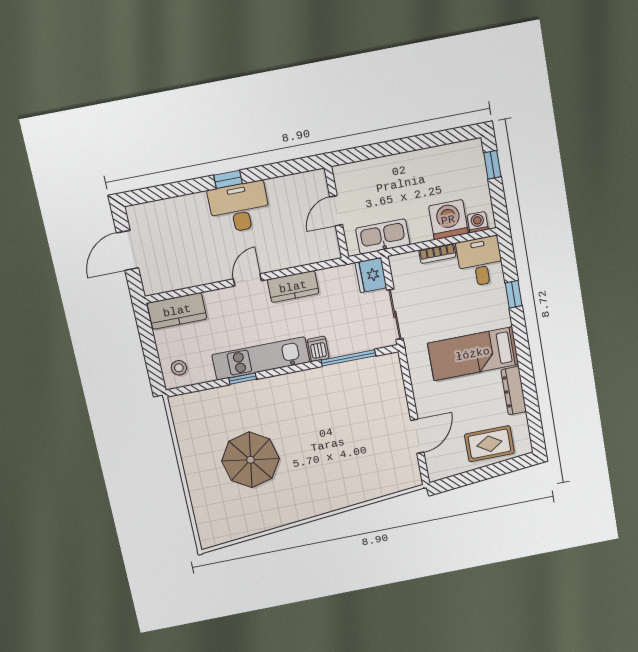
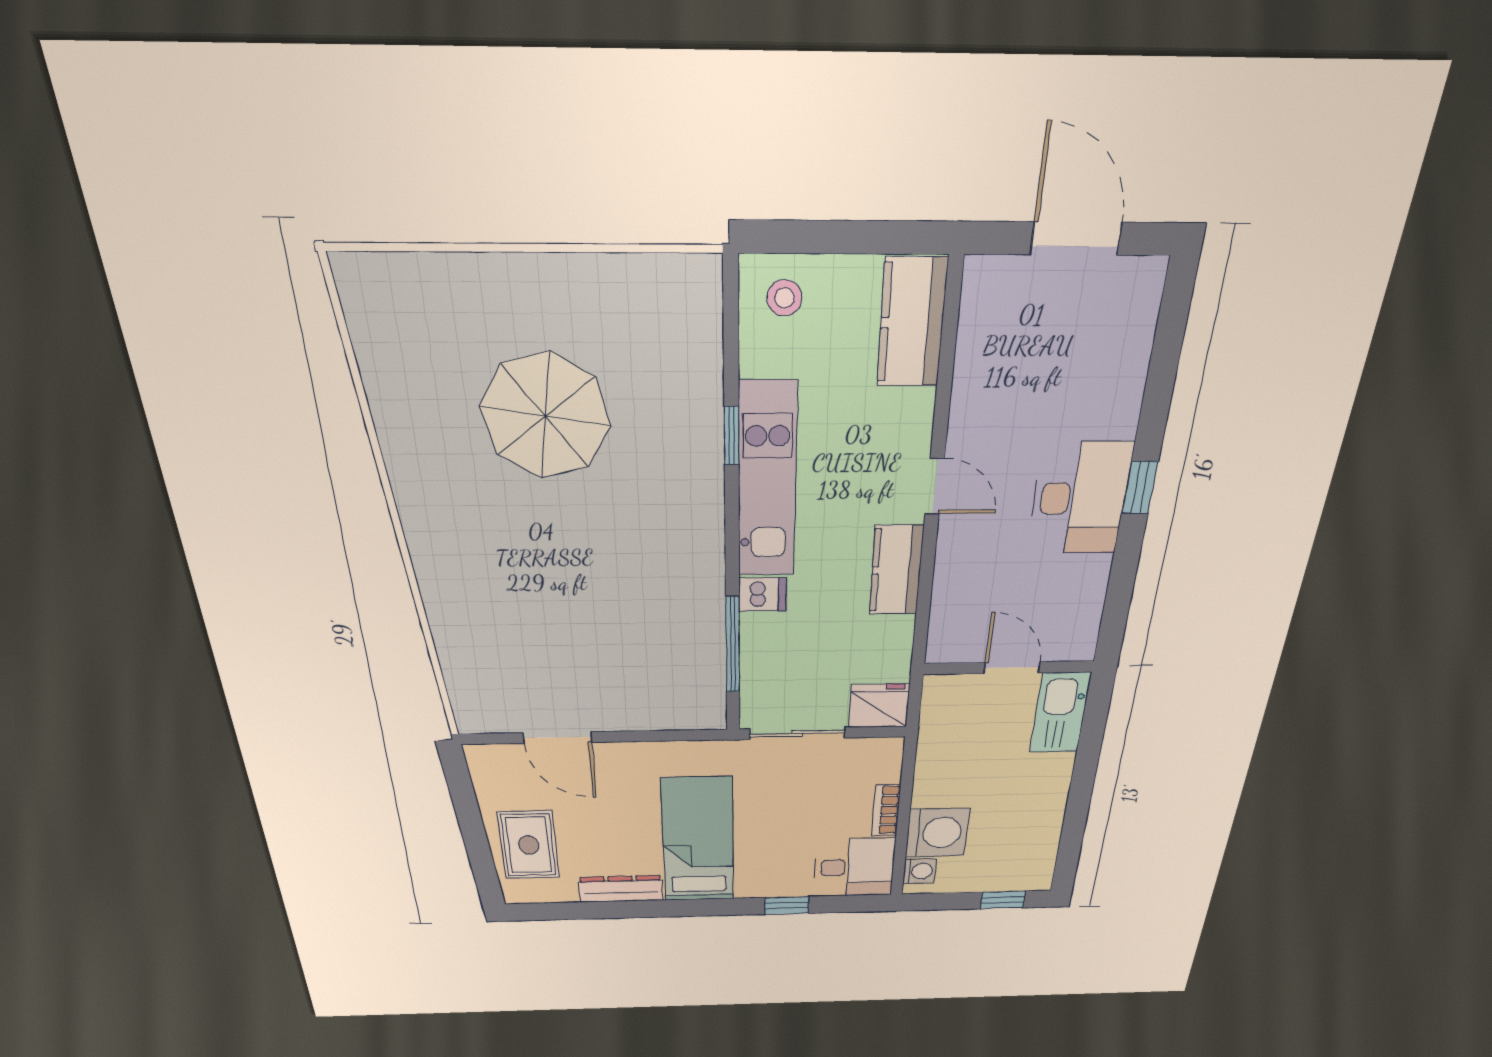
kitchen sink: (383, 237) -> (1060, 713), moved, turned 180

